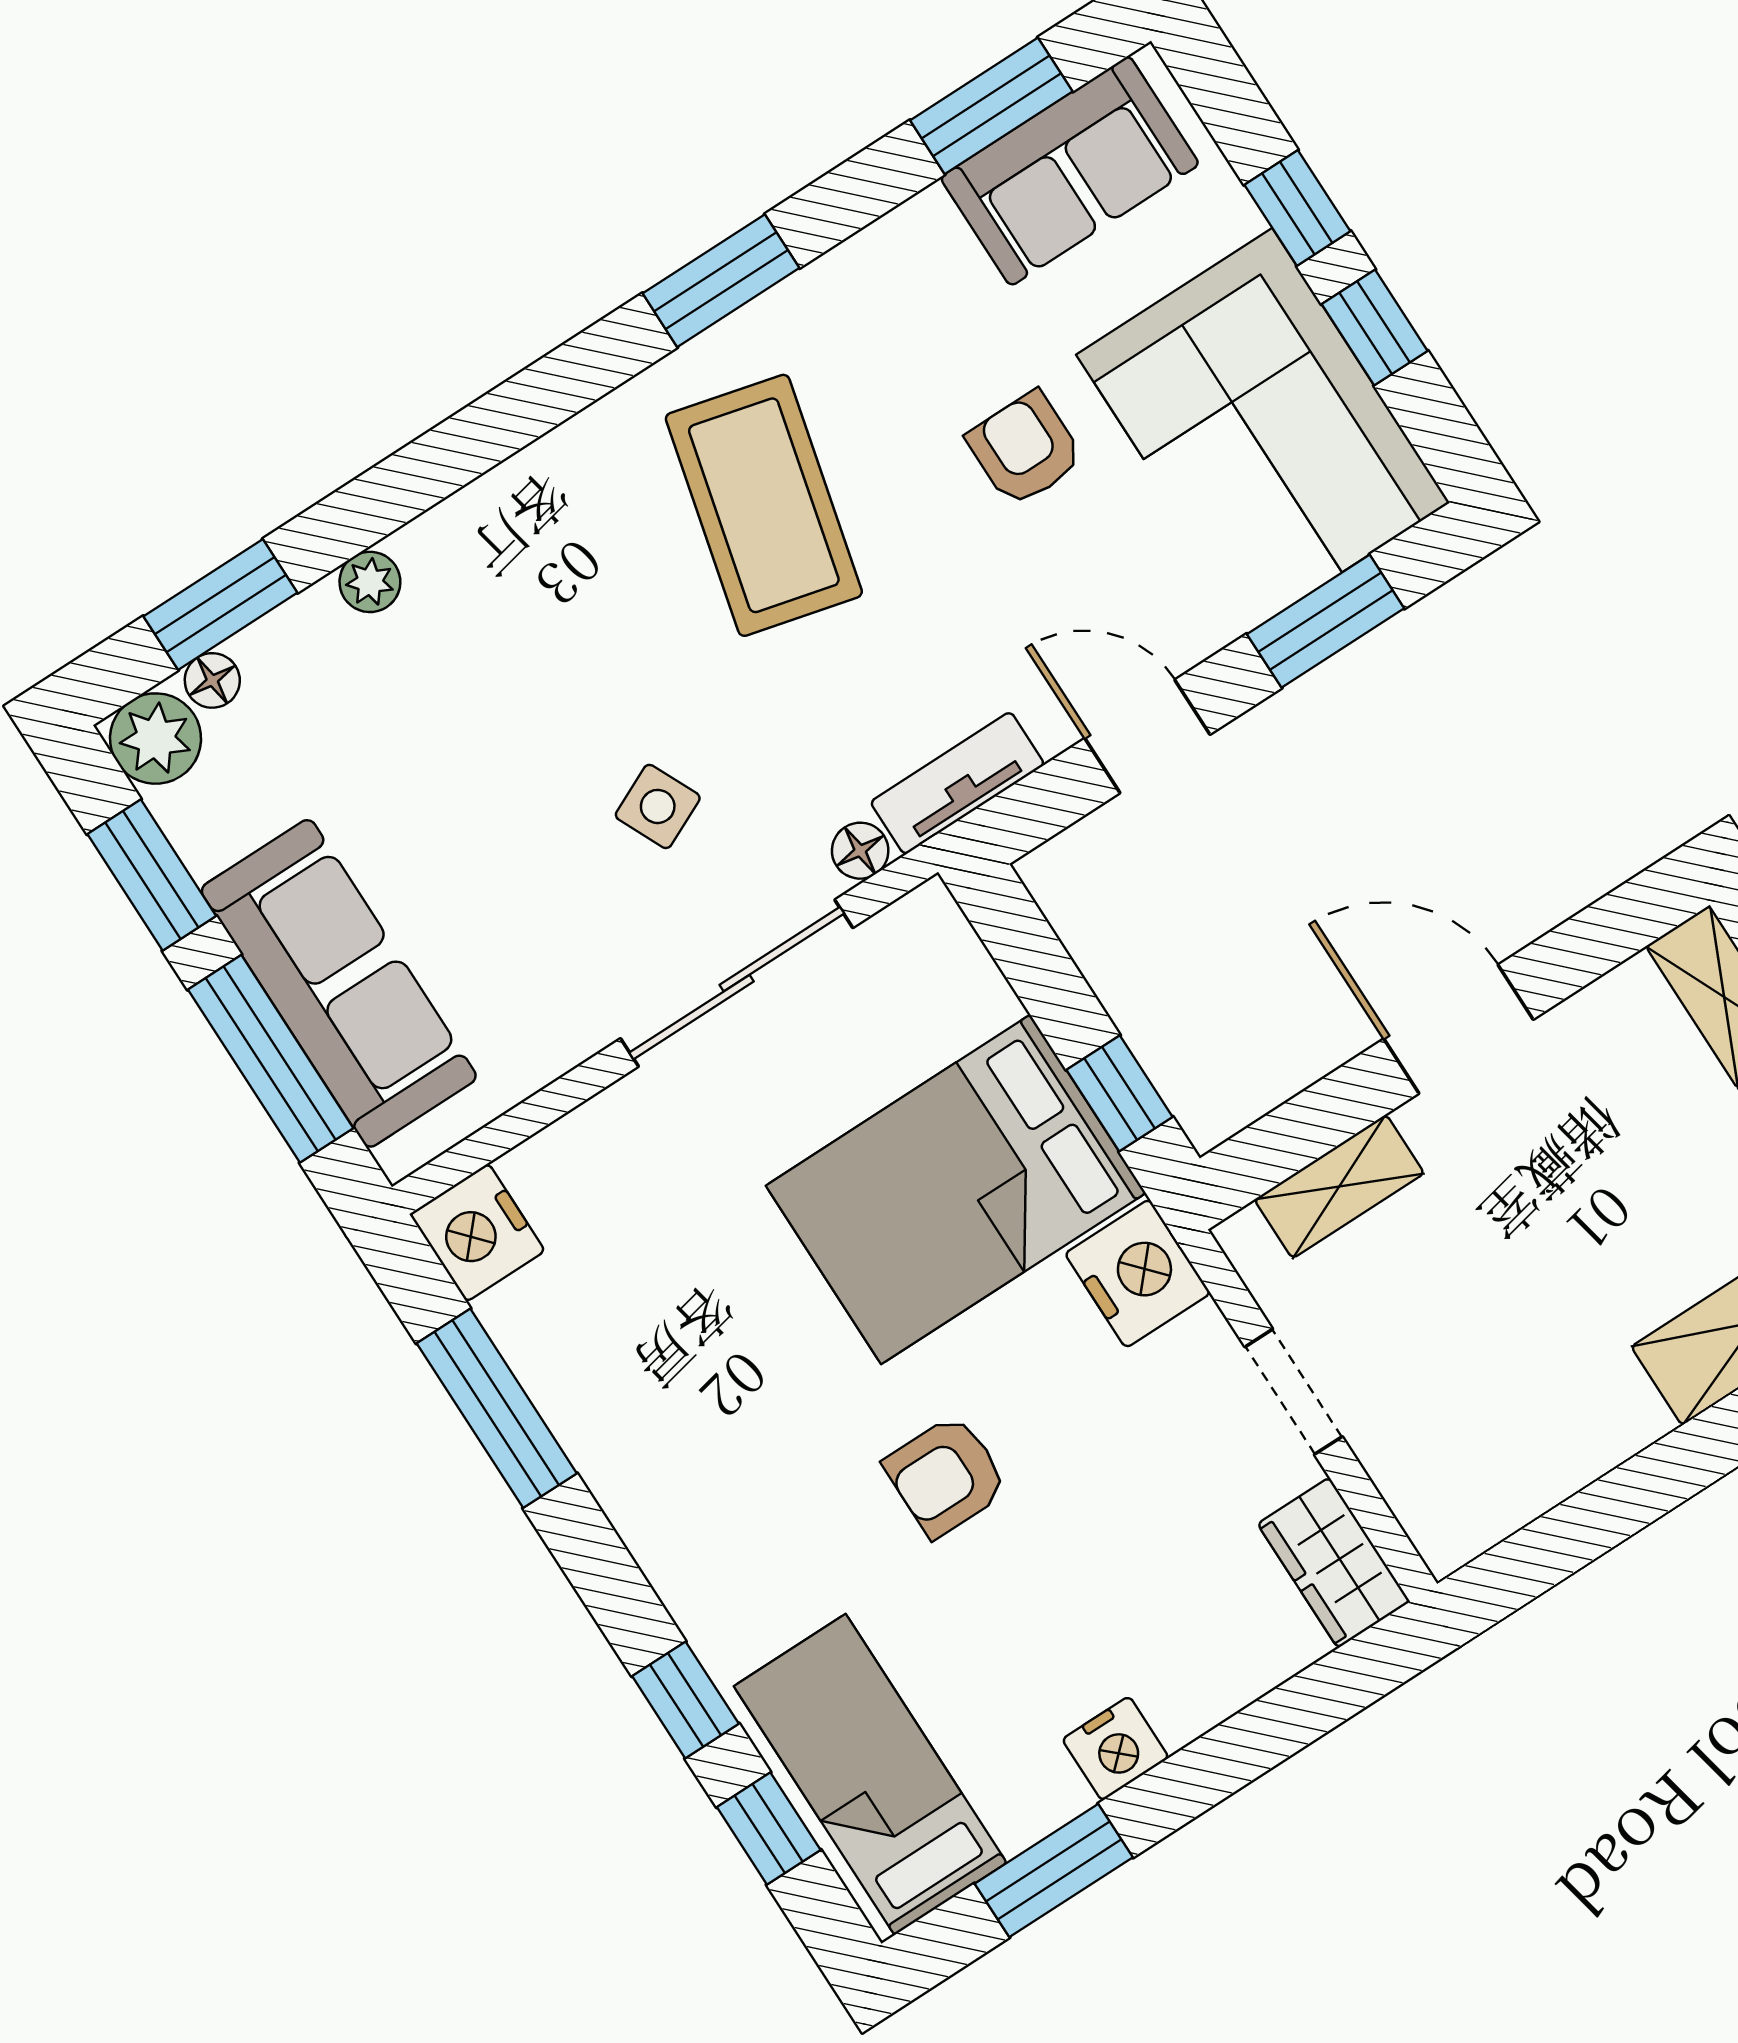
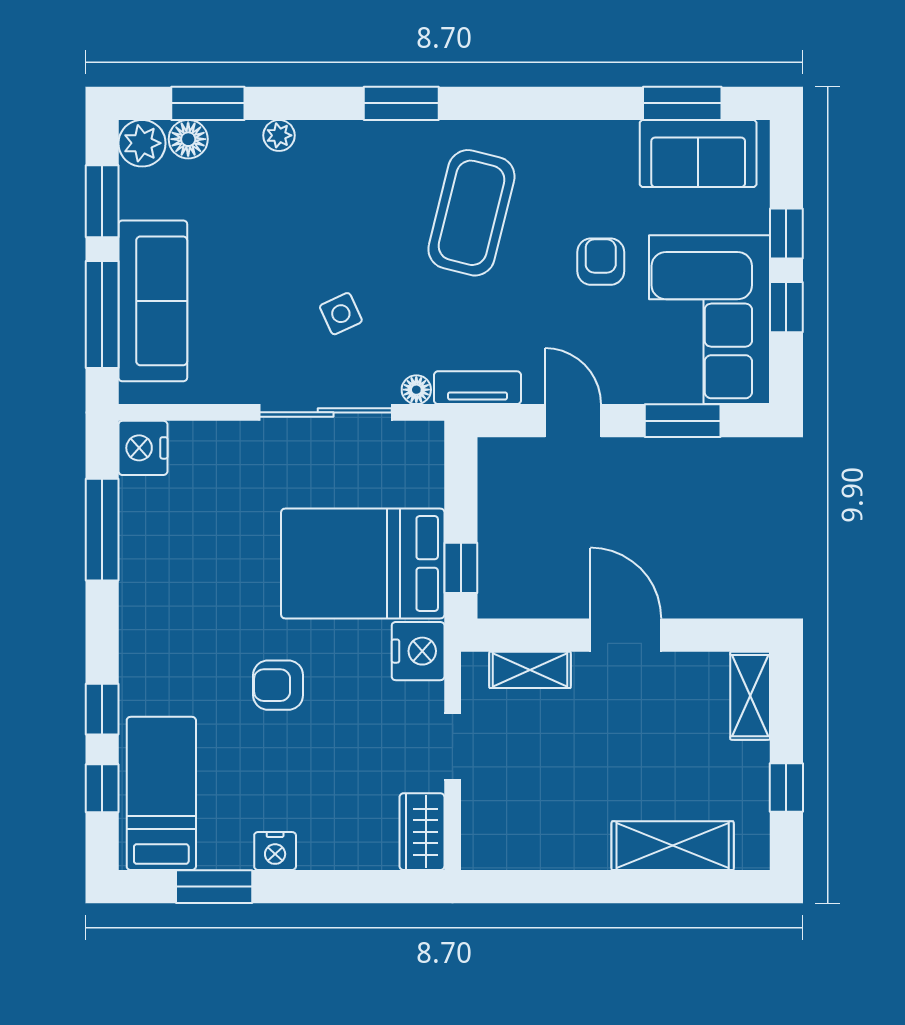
window: (721, 281) -> (401, 103), moved
floor lamp: (212, 680) -> (188, 139), width x1.37, depth x1.37

